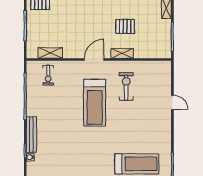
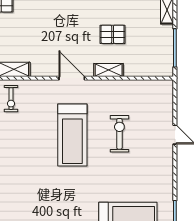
door: (94, 60) -> (72, 78), hinge flipped
exercise bike: (126, 86) -> (119, 134), moved

